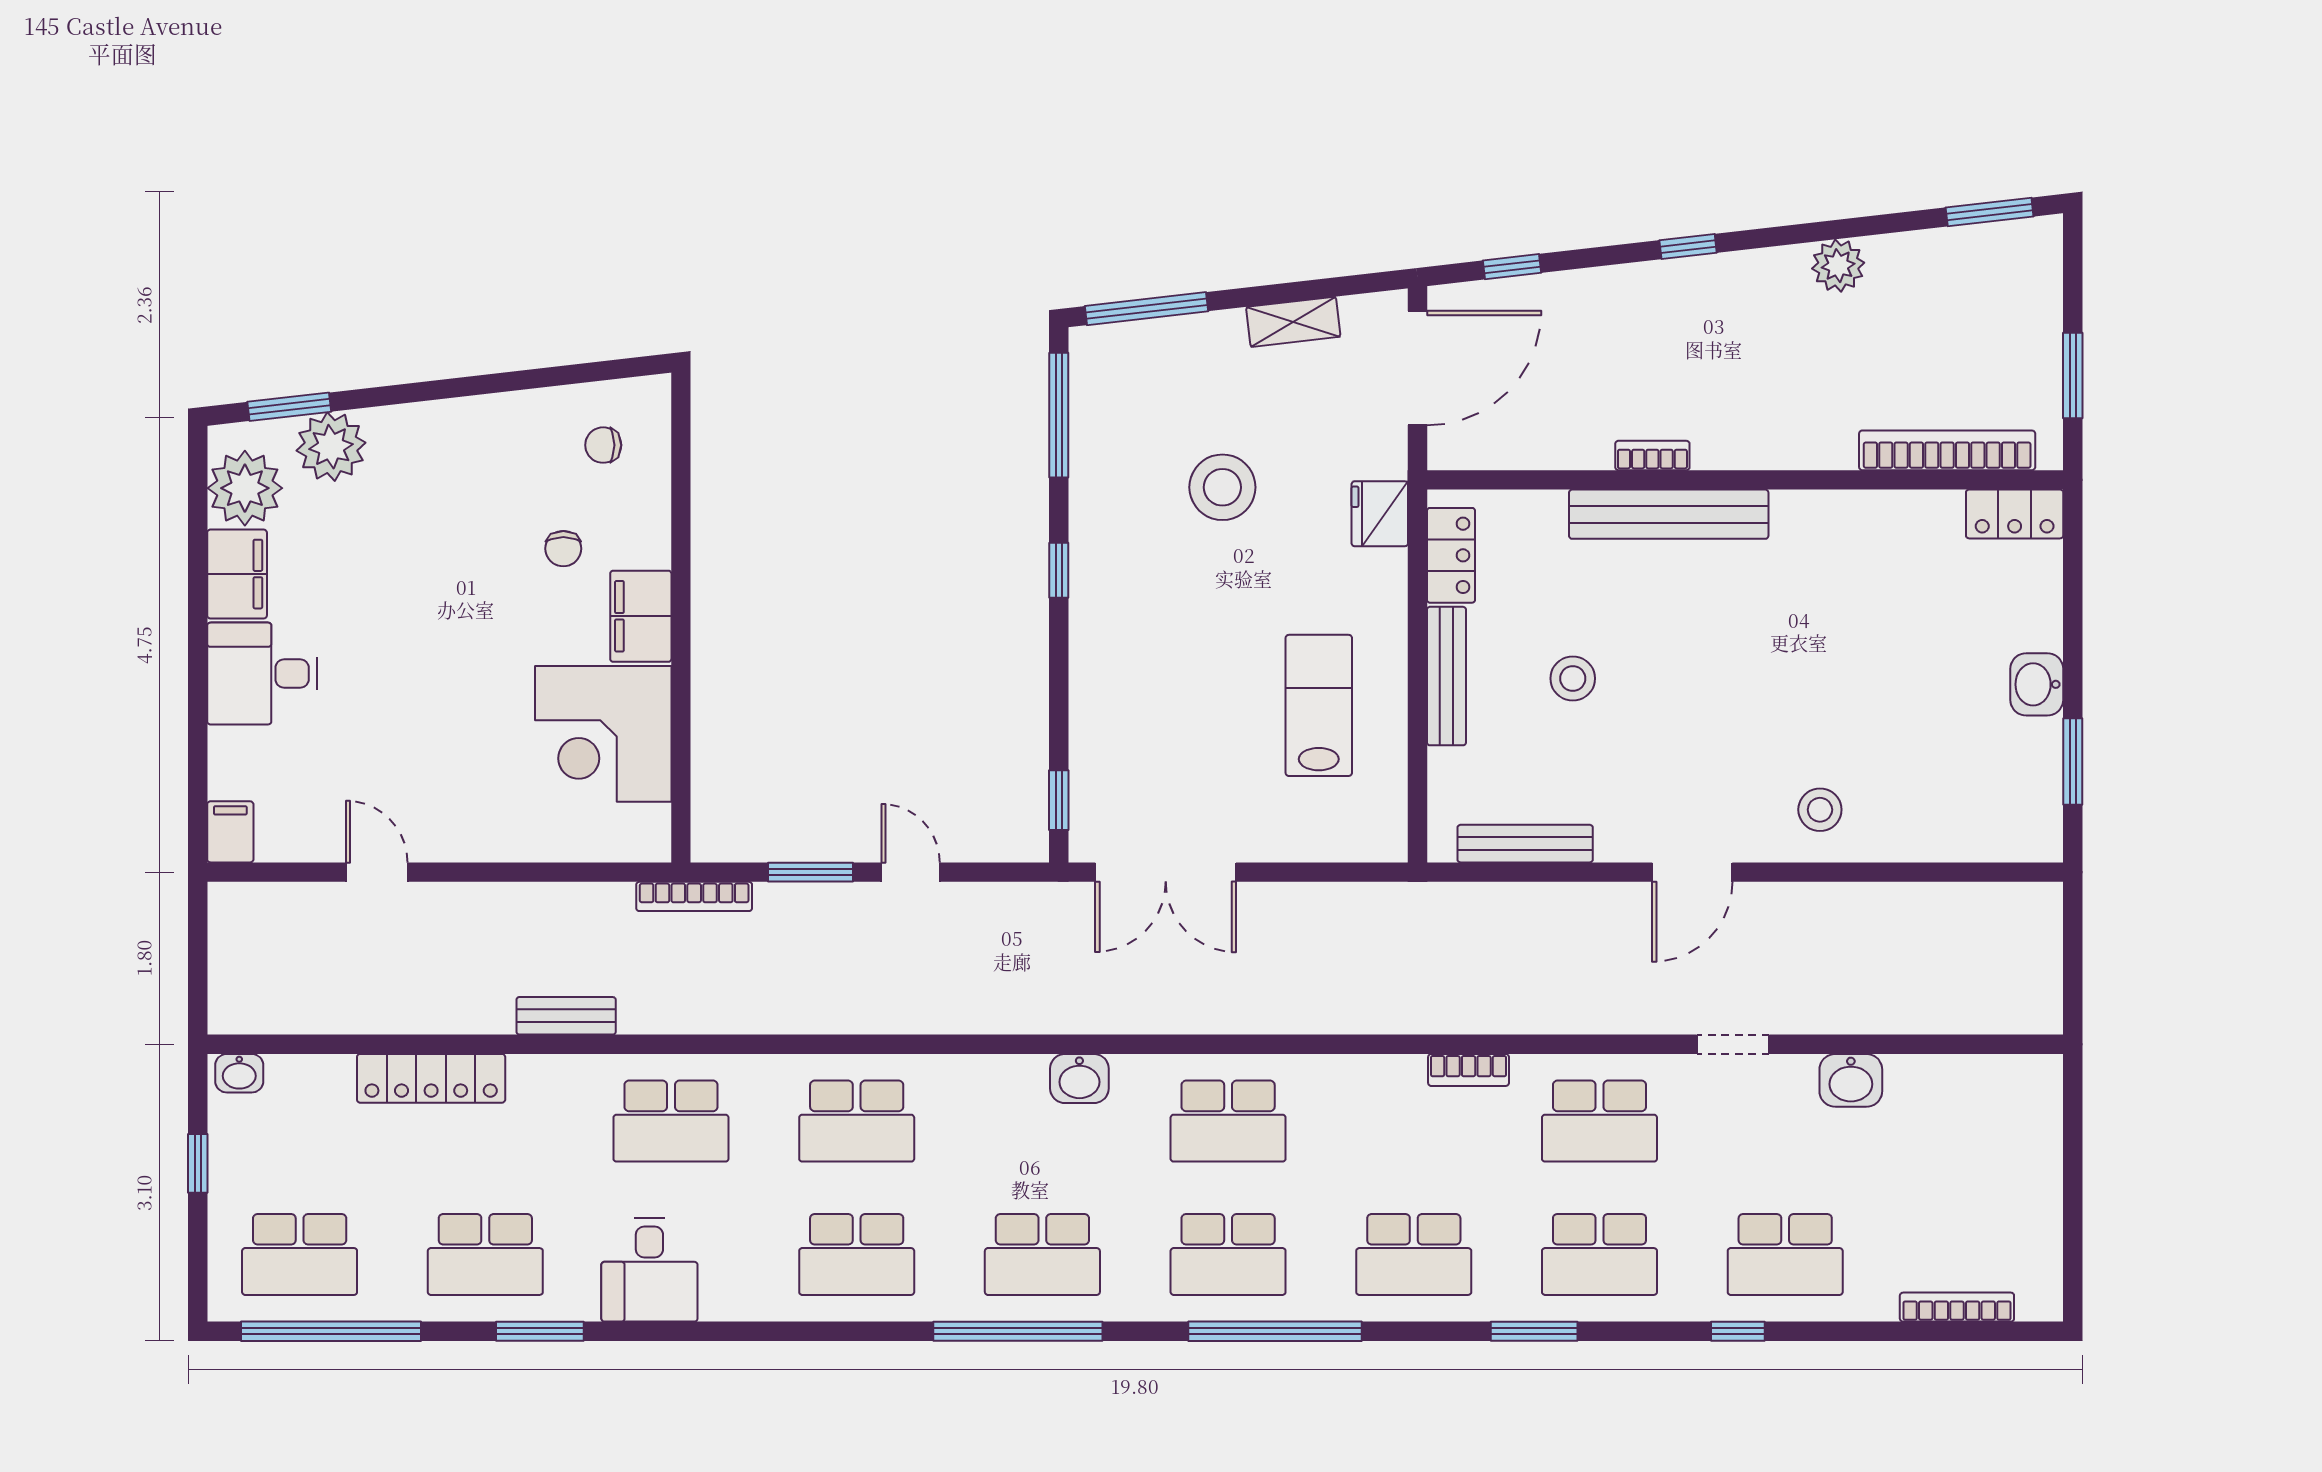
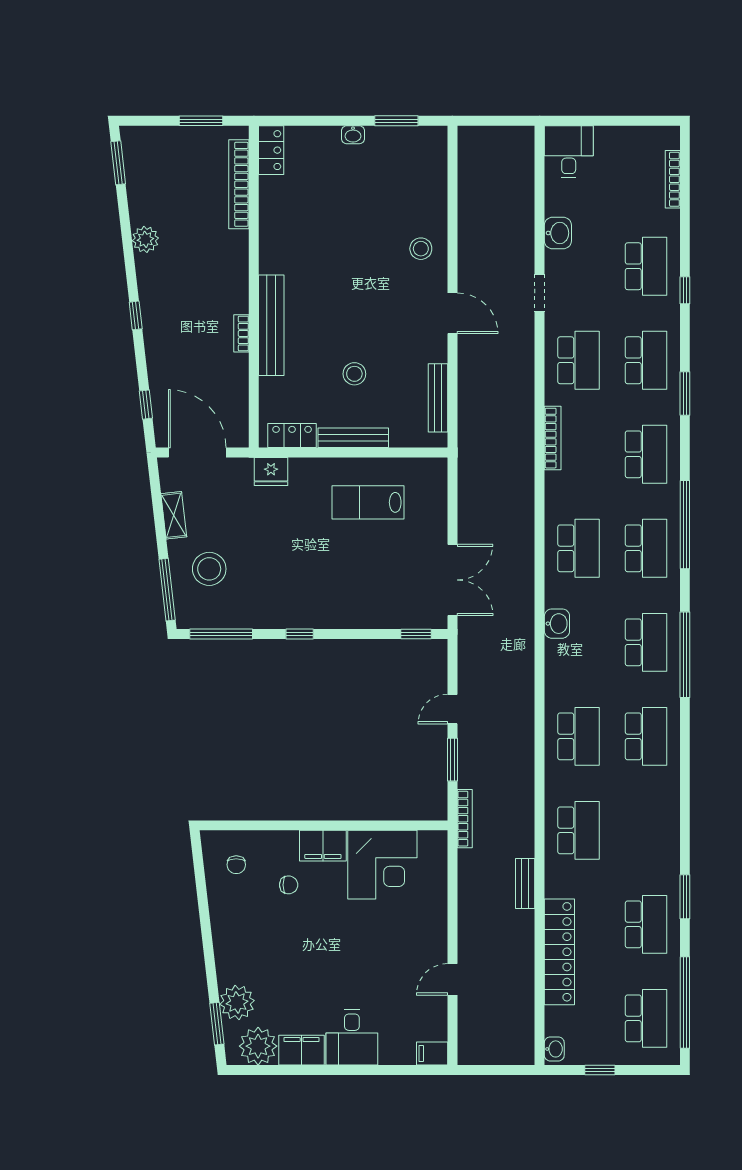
stool: (1222, 487) -> (209, 569), moved
washbasin: (2037, 684) -> (353, 135), width x0.72, depth x0.69
bookcase: (1469, 1070) -> (553, 438), width x1.56
locker: (431, 1078) -> (559, 952), width x1.41, depth x1.21
desk: (649, 1270) -> (569, 152), moved, turned -90

